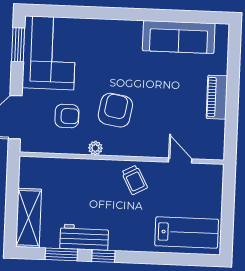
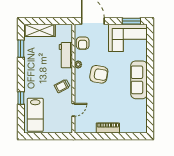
sofa: (179, 37) -> (139, 80), moved
armchair: (67, 116) -> (83, 43), moved
workbench: (84, 237) -> (66, 55), moved, turned 180
window: (103, 256) -> (21, 98), moved

